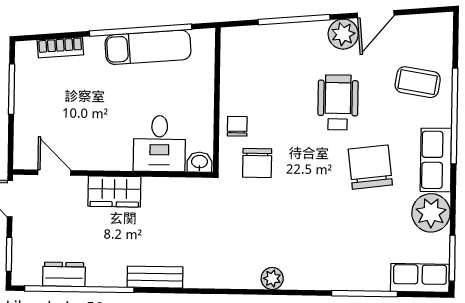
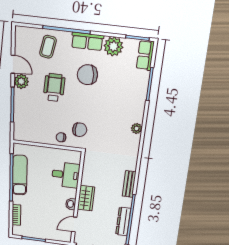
wheelchair: (338, 102) -> (54, 87), turned 90
washbasin: (200, 162) -> (71, 204), moved
dresser: (64, 274) -> (123, 221), width x1.44

